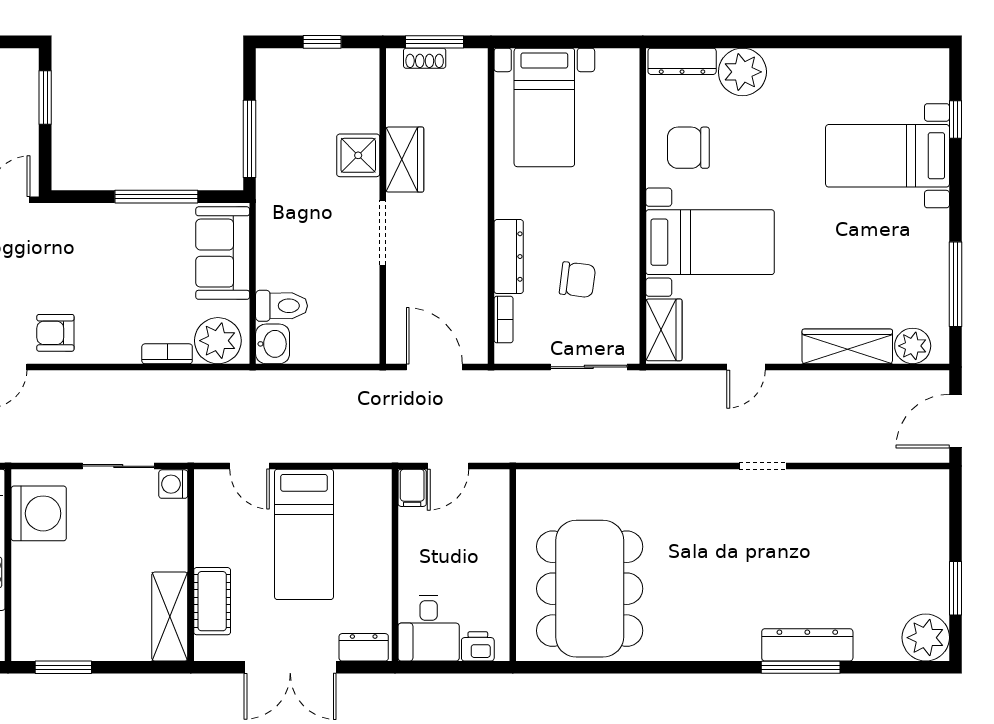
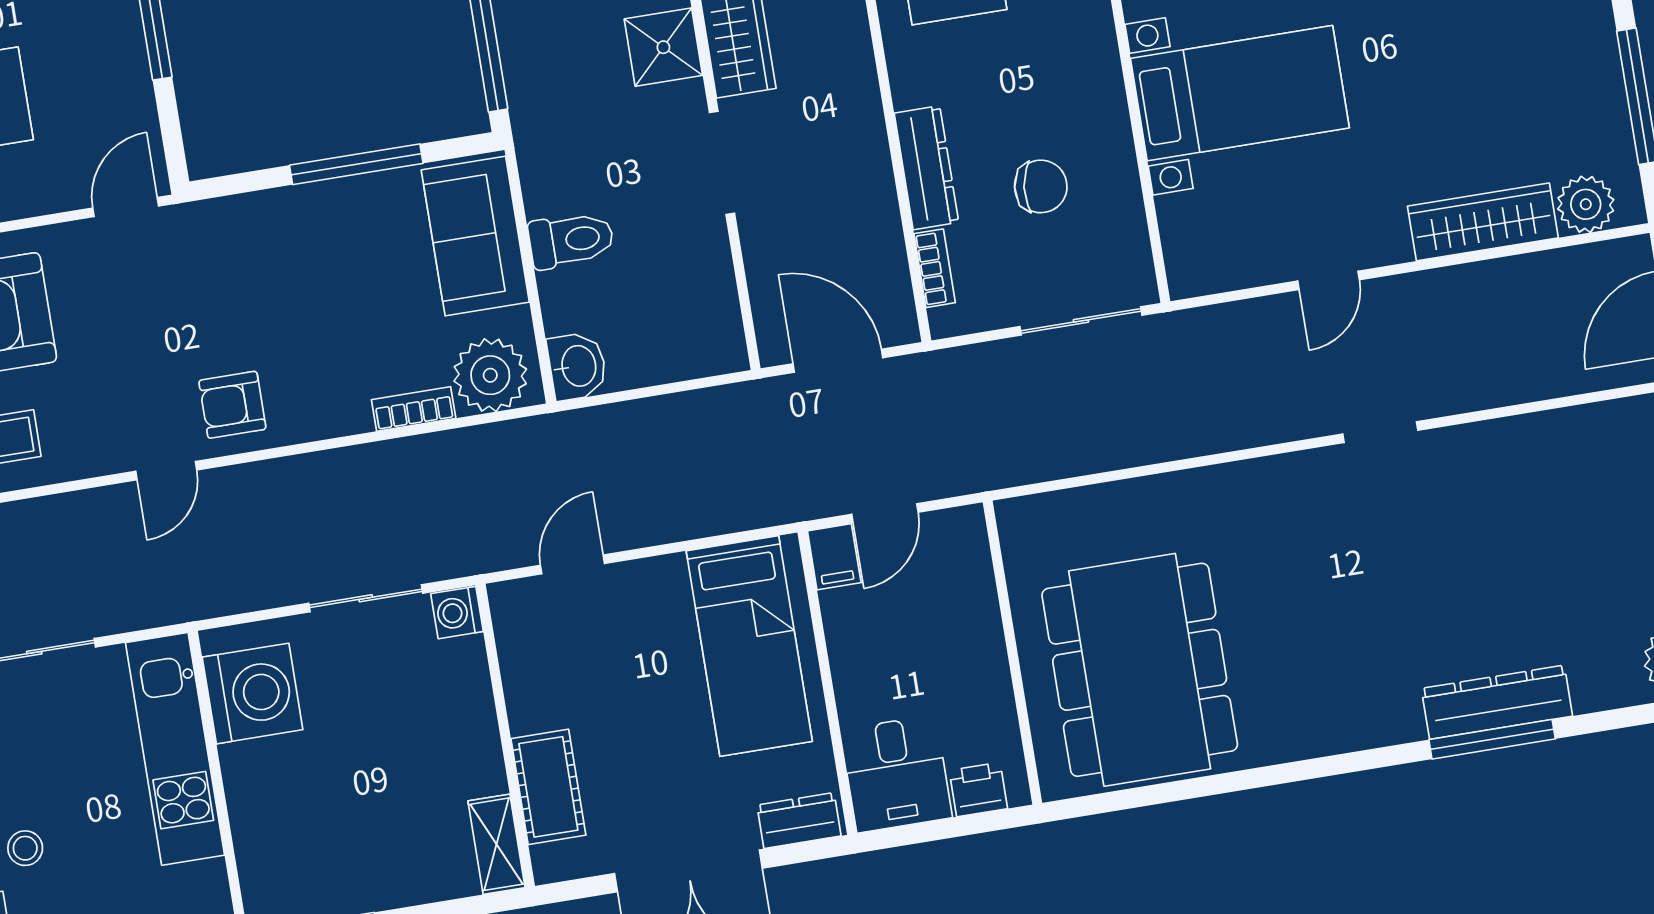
toilet: (282, 306) -> (571, 240), moved
wardrobe: (664, 330) -> (1190, 243), removed
door: (250, 466) -> (572, 564), swing flipped
bed: (304, 534) -> (749, 646), moved
shelving: (170, 617) -> (497, 844), width x0.67, depth x0.75

